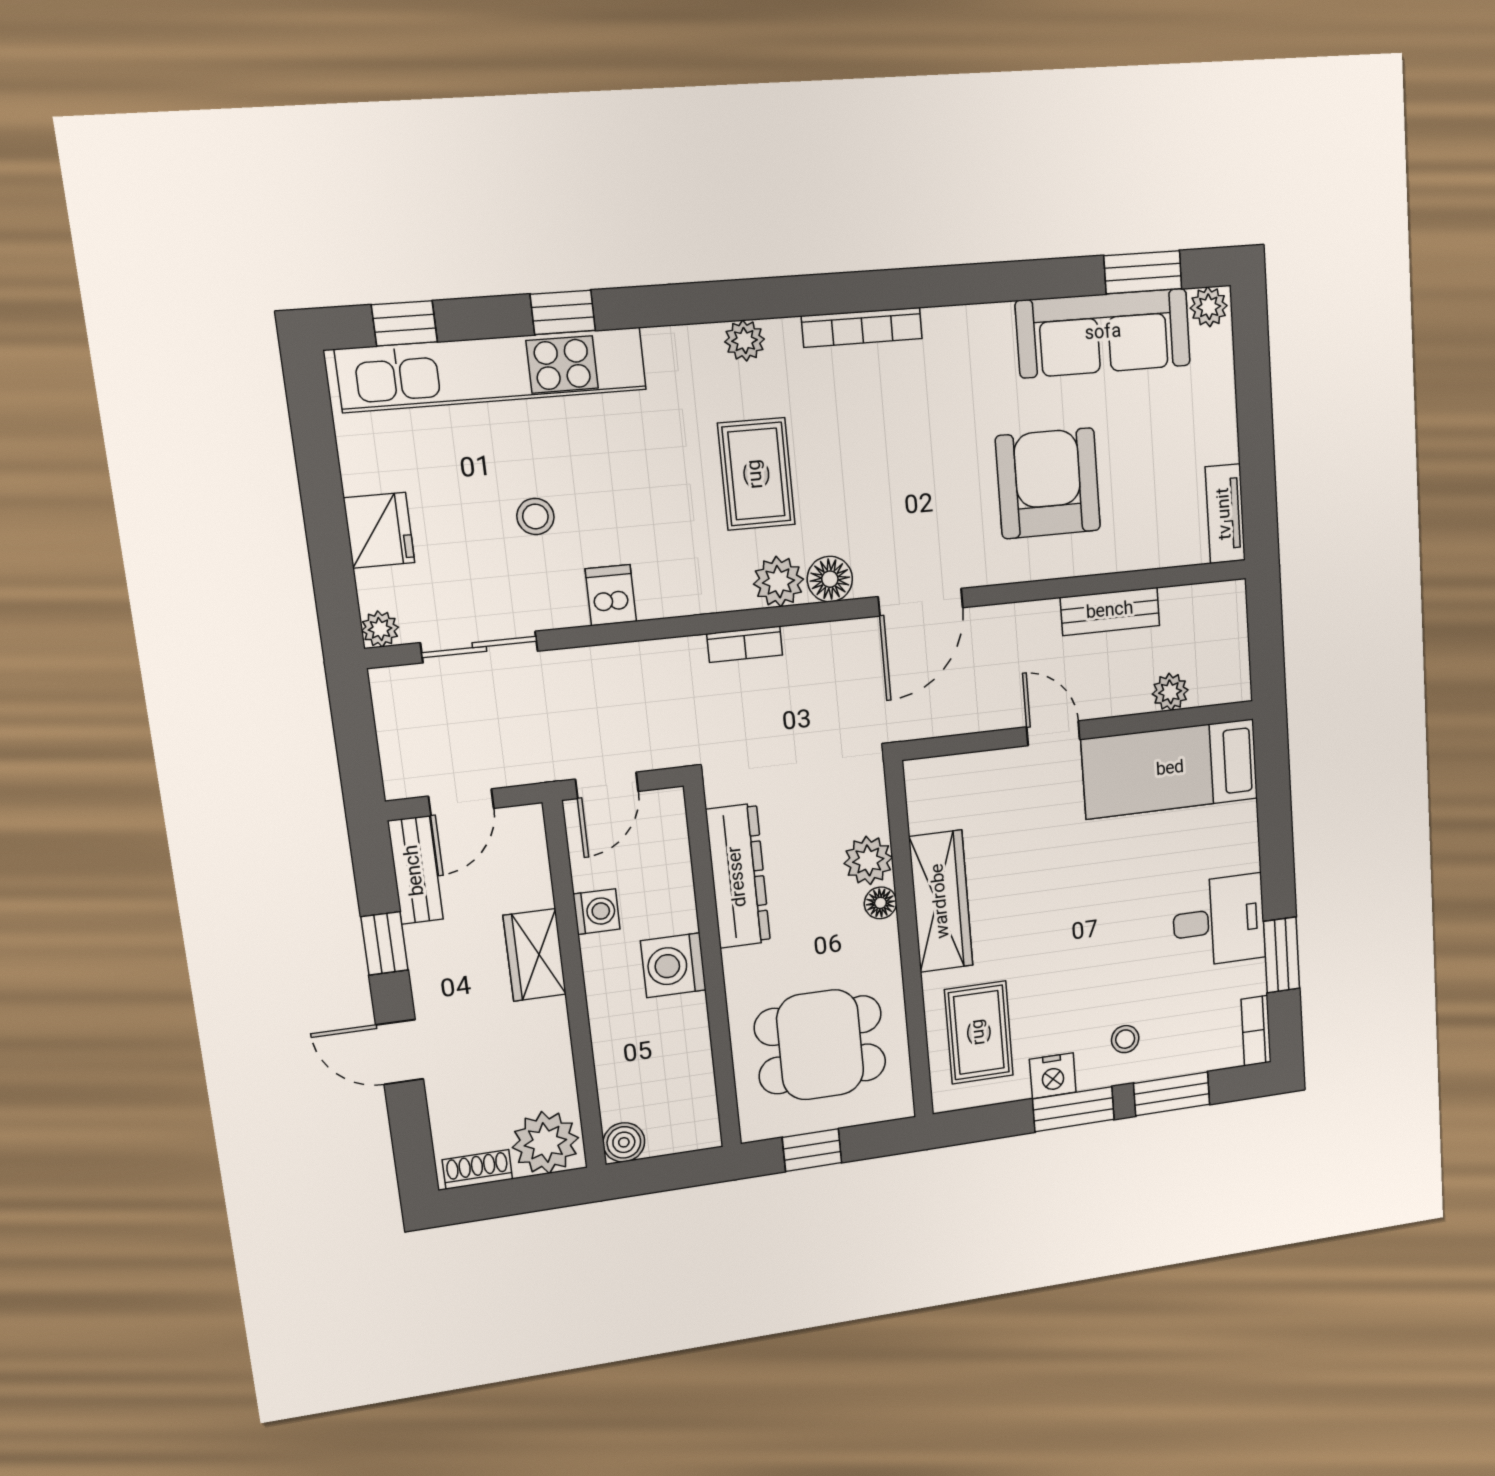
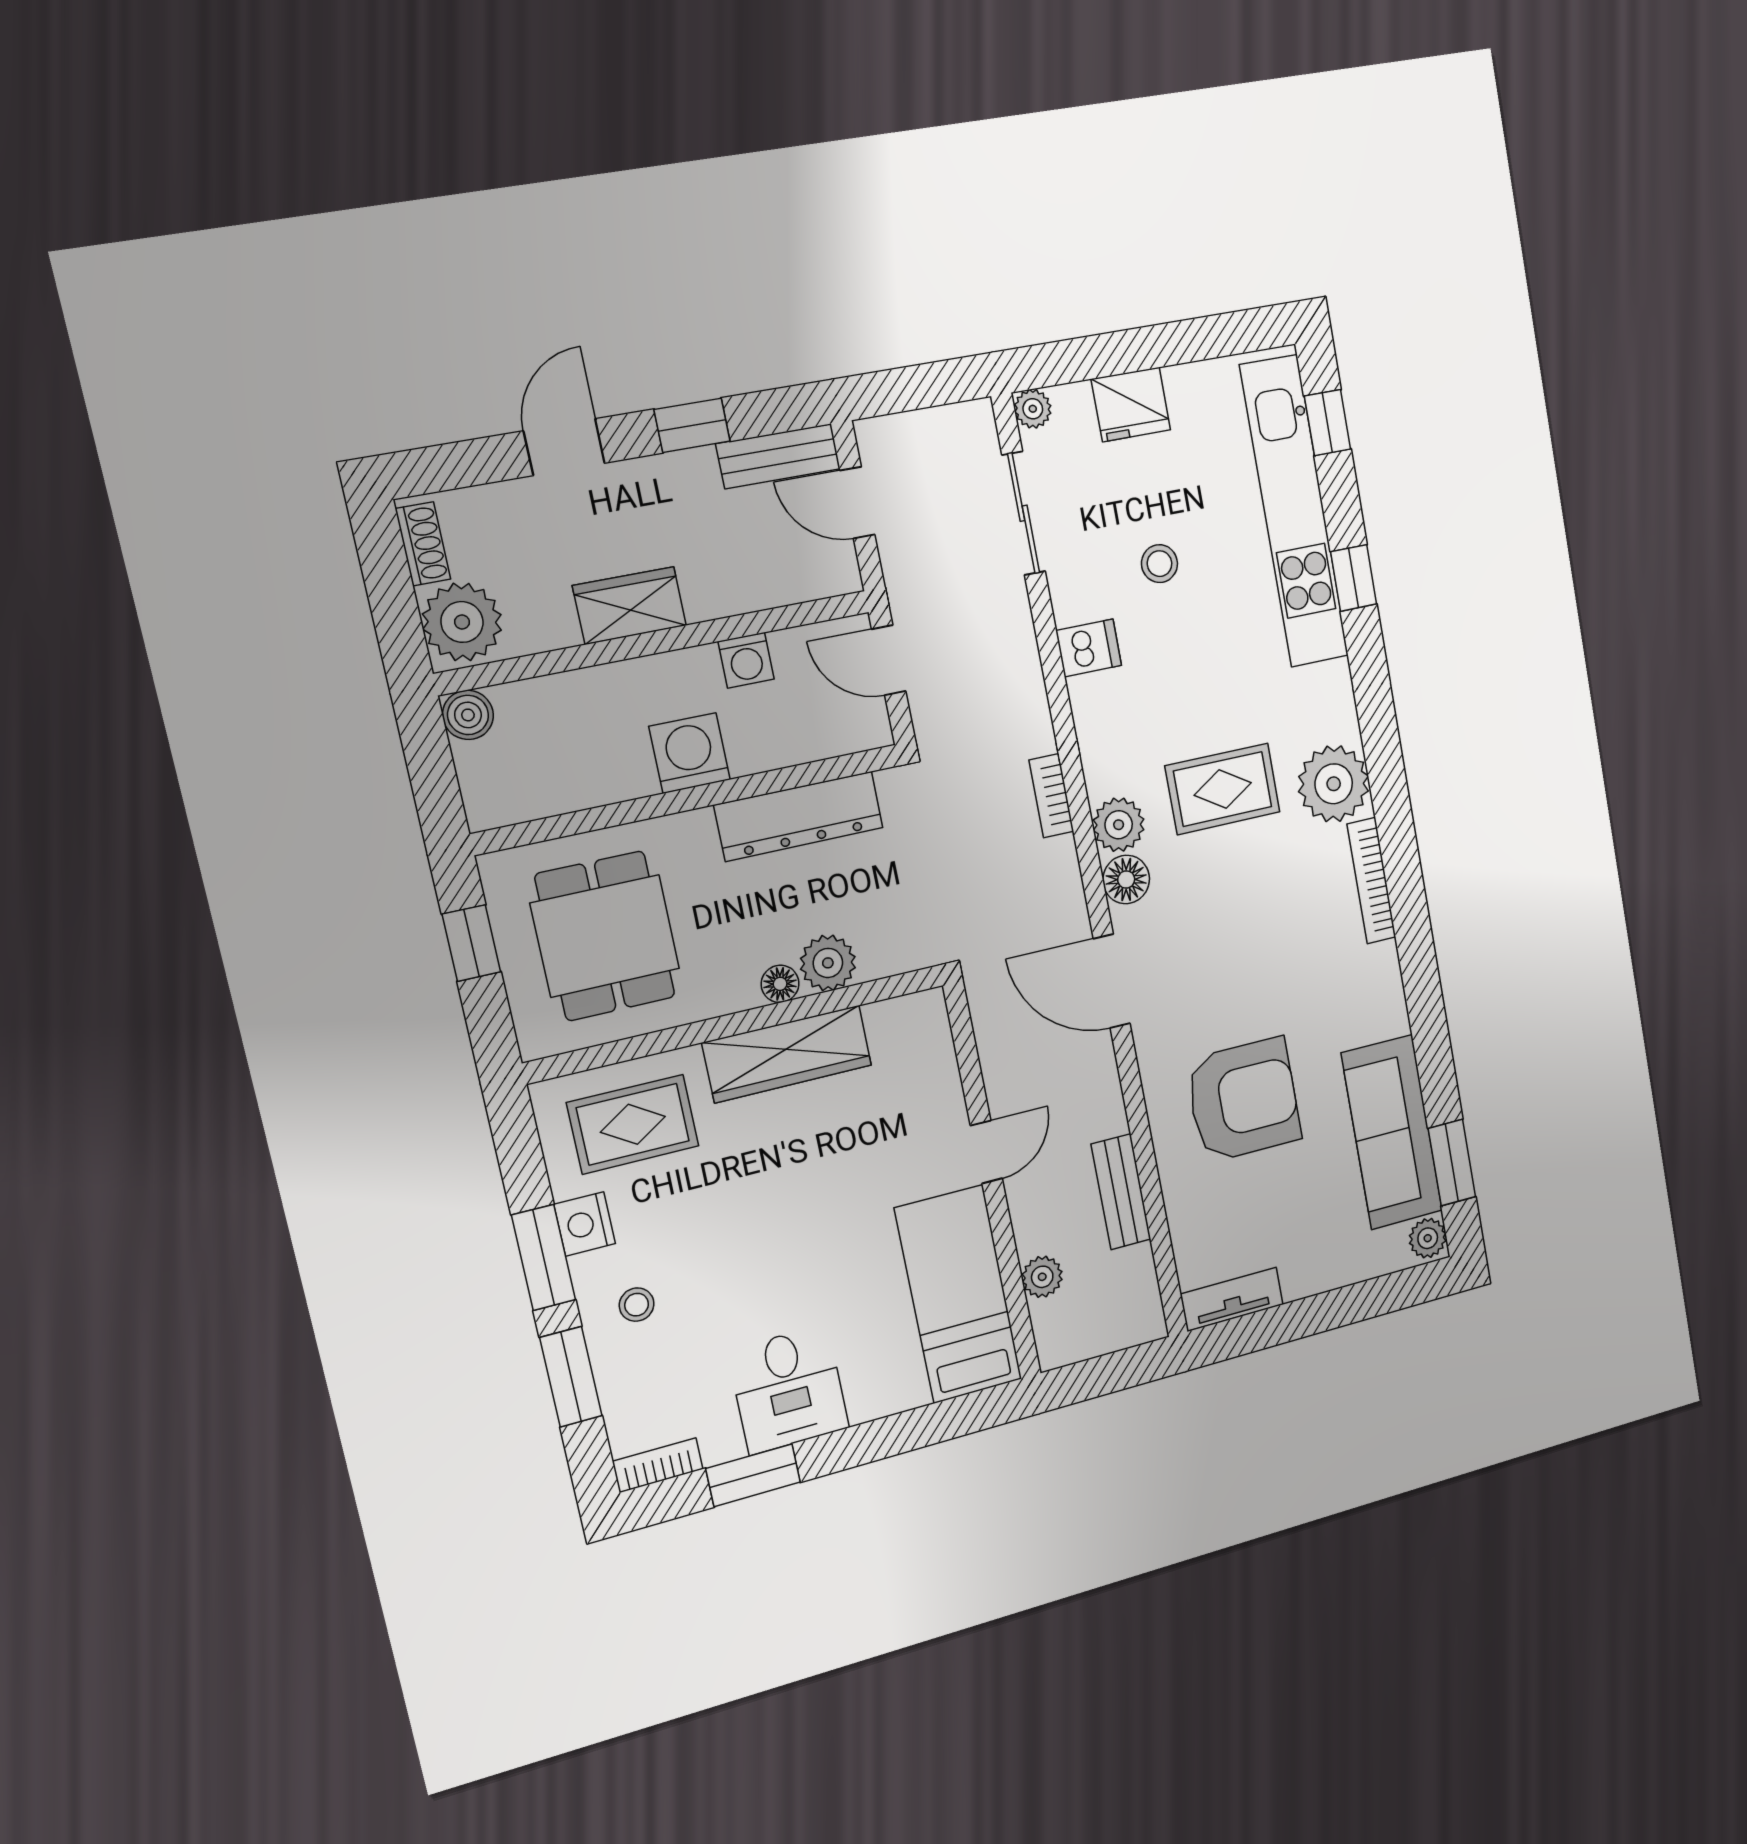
plant: (745, 341) -> (1334, 784), width x1.87, depth x1.87
wardrobe: (535, 955) -> (629, 606), moved

